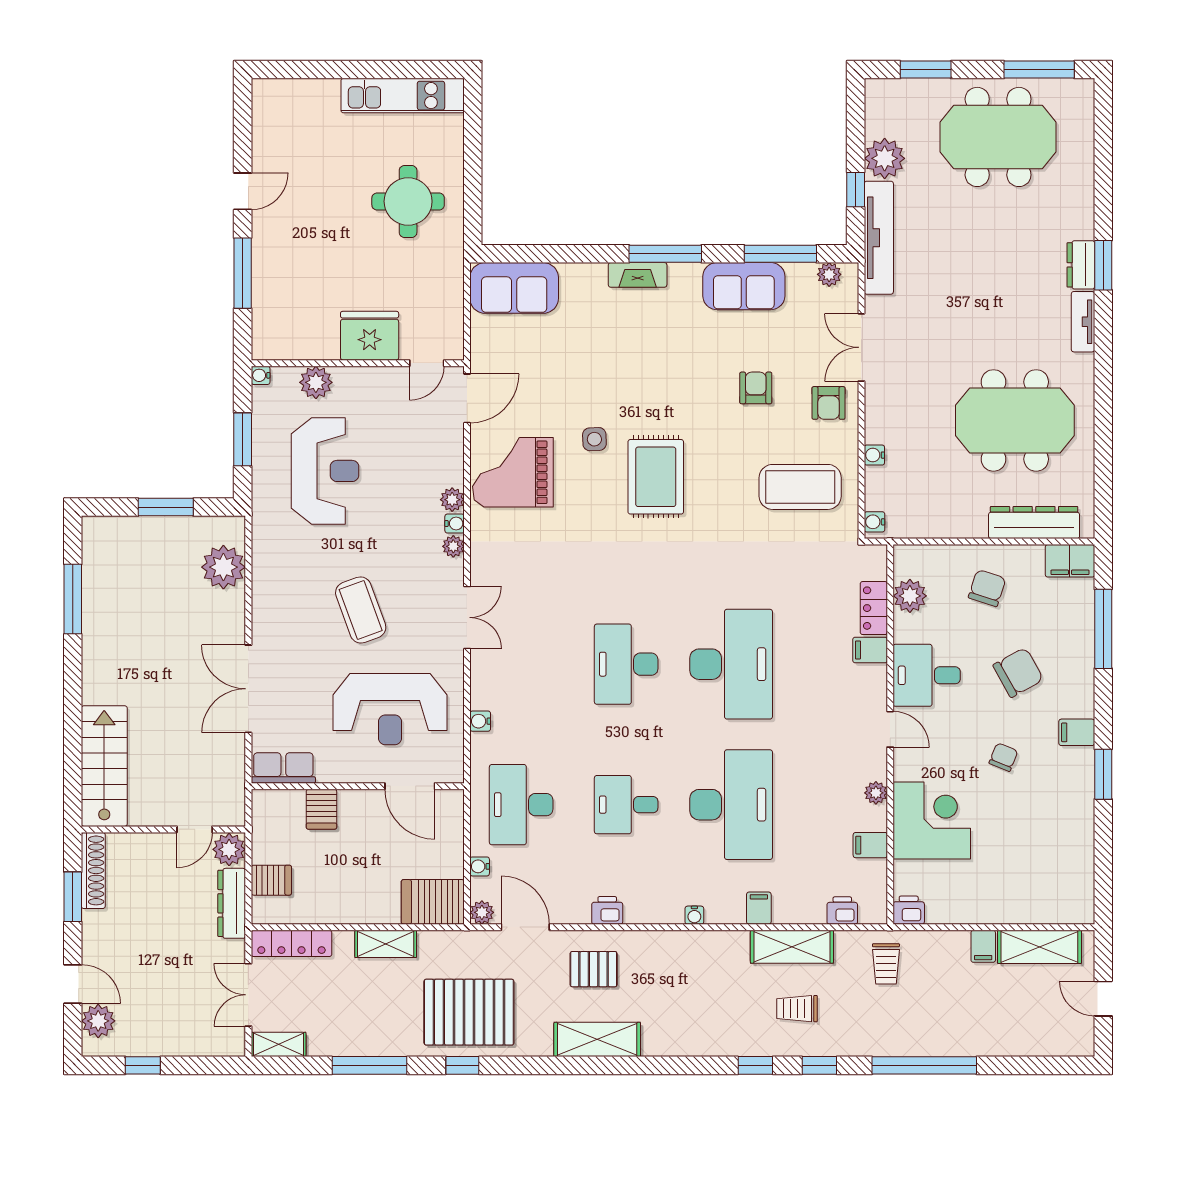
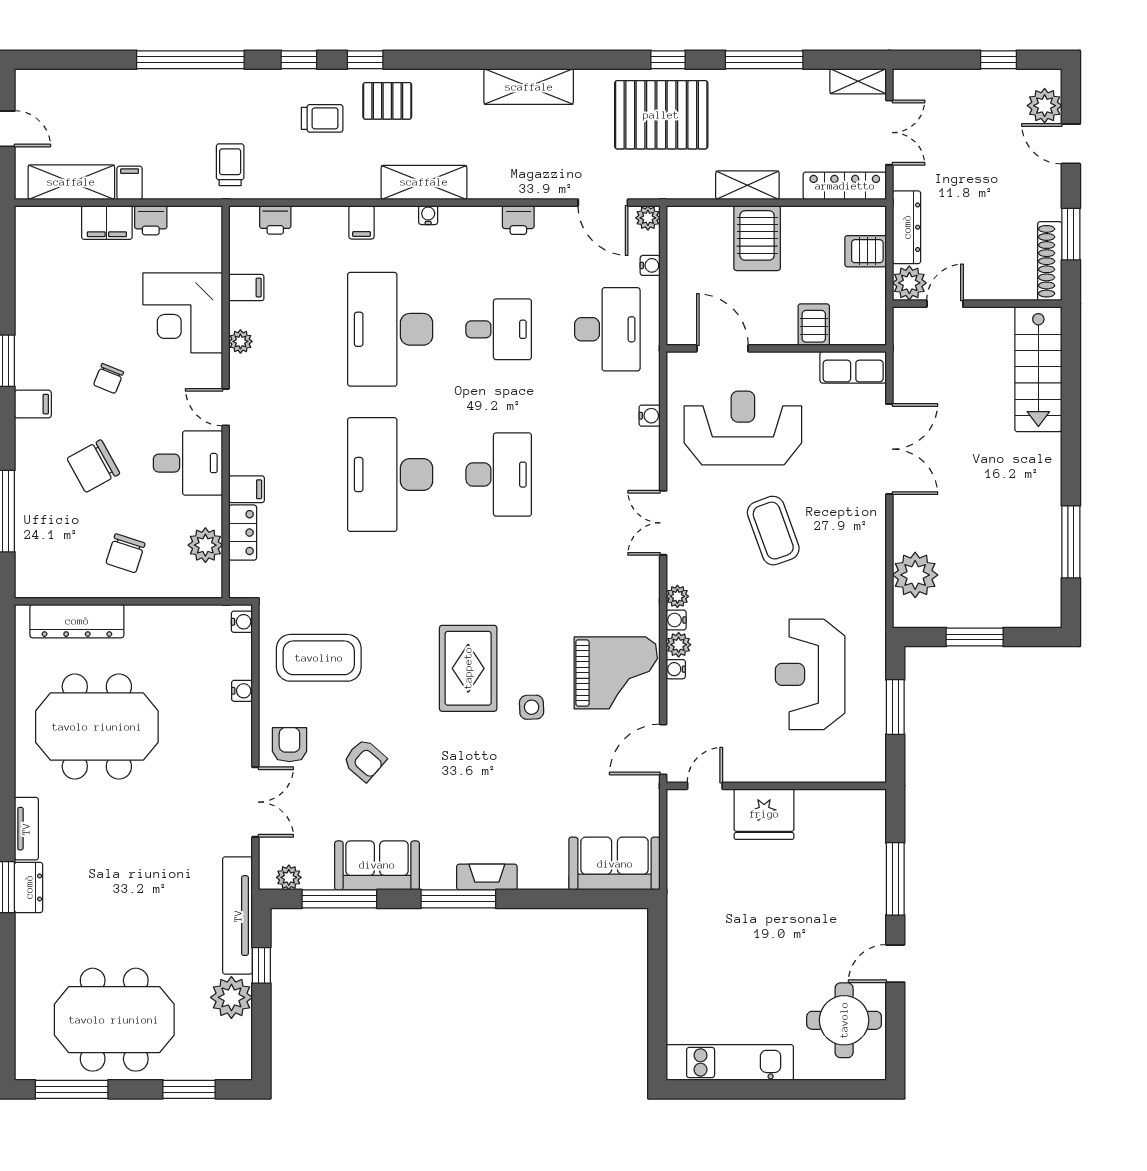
round table: (408, 201) -> (844, 1020), moved
water cooler: (261, 375) -> (676, 669), moved, turned 180
plant: (316, 382) -> (820, 766), removed
armchair: (756, 388) -> (365, 760), turned -49
filing cabinet: (1070, 561) -> (107, 222), moved, turned 180
server rack: (433, 902) -> (757, 238), moved, turned 90
printer: (909, 910) -> (151, 220), moved
shelving: (792, 947) -> (424, 182), moved
pallet: (594, 969) -> (387, 101), moved

